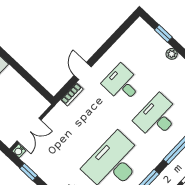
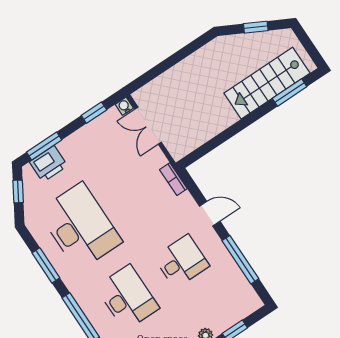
window: (111, 41) -> (240, 260), added
bookcase: (72, 94) -> (173, 179), moved

